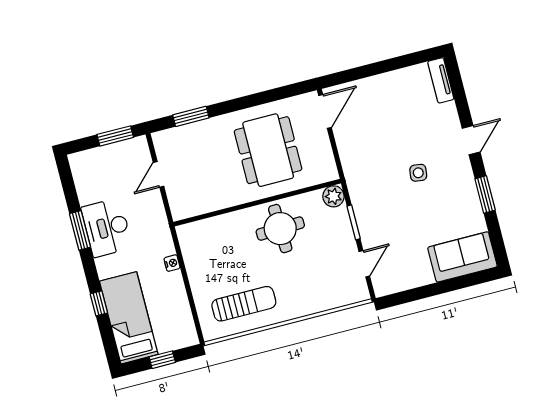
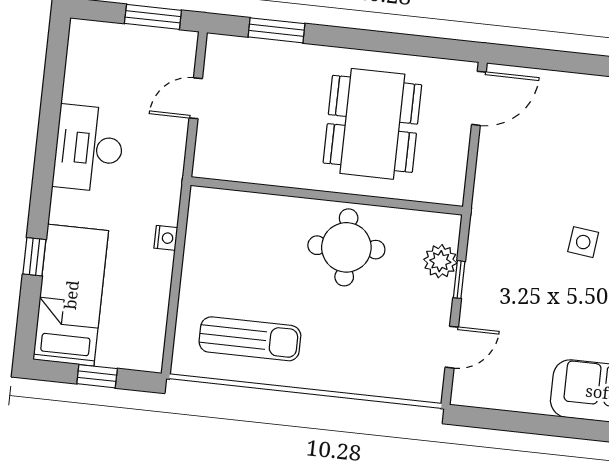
plant: (333, 196) -> (440, 261), moved
window: (354, 222) -> (459, 280), width x0.67
window: (80, 230) -> (47, 137), removed

